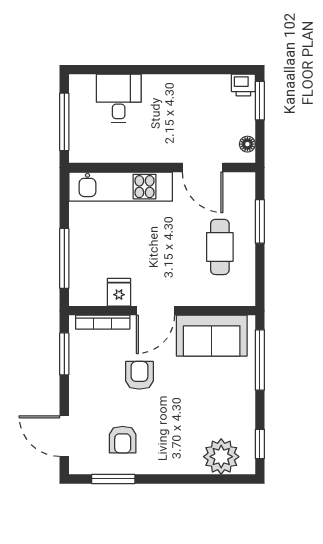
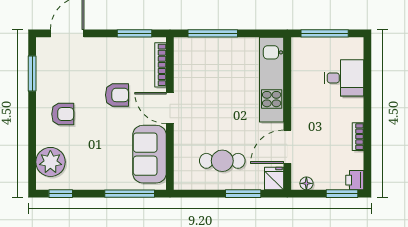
bookcase: (190, 81) -> (358, 137), added
fridge: (119, 292) -> (274, 178), moved, turned -90
armchair: (123, 440) -> (63, 114), moved, turned 180

